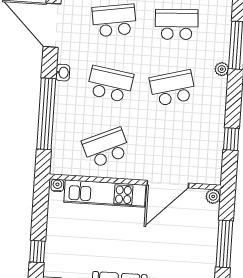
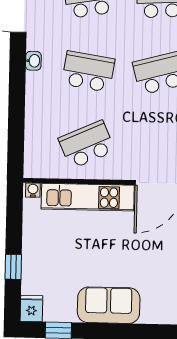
window: (46, 114) -> (17, 109), removed

